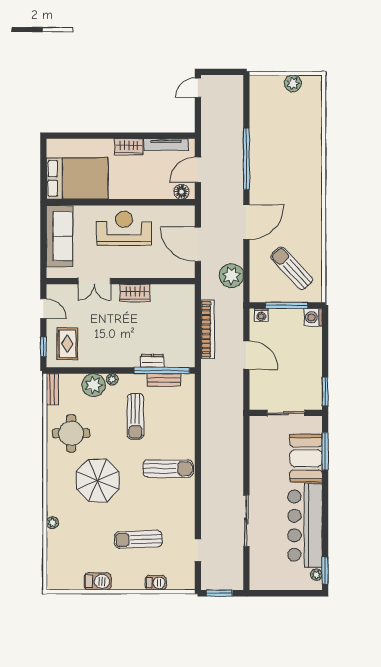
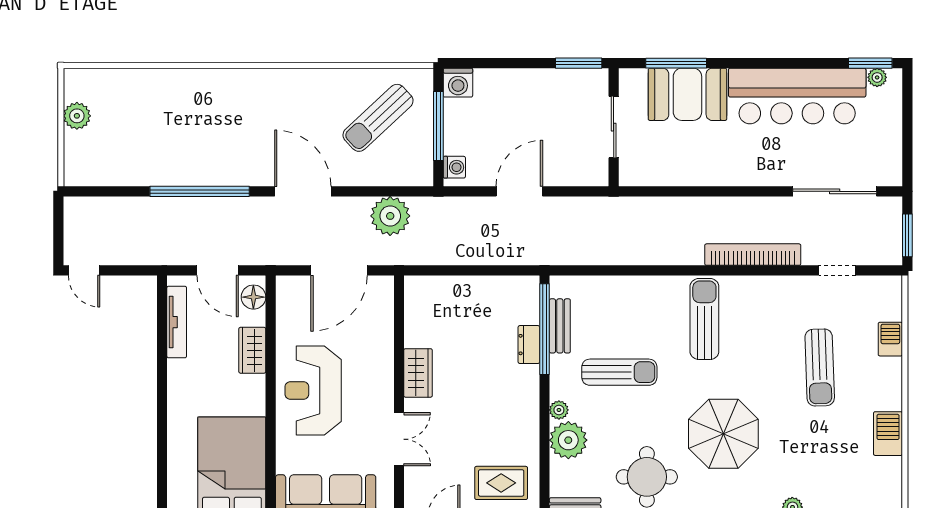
wardrobe: (129, 147) -> (252, 350), moved, turned 180
bookcase: (208, 329) -> (753, 255), moved
sliding door: (246, 521) -> (835, 191), moved

